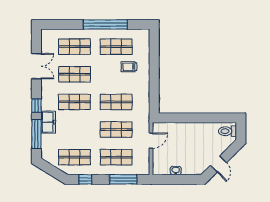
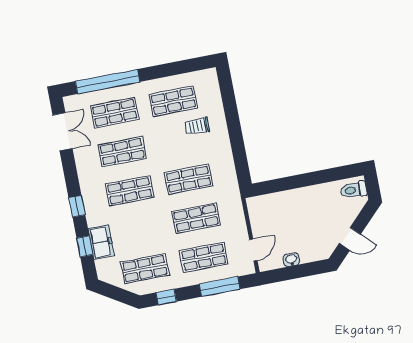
window: (105, 24) -> (108, 82), moved
double door: (36, 66) -> (62, 132), moved
freezer: (48, 122) -> (101, 242), moved
window: (36, 134) -> (85, 246), width x0.46
door: (151, 141) -> (253, 250), moved
door: (218, 164) -> (350, 239), hinge flipped

